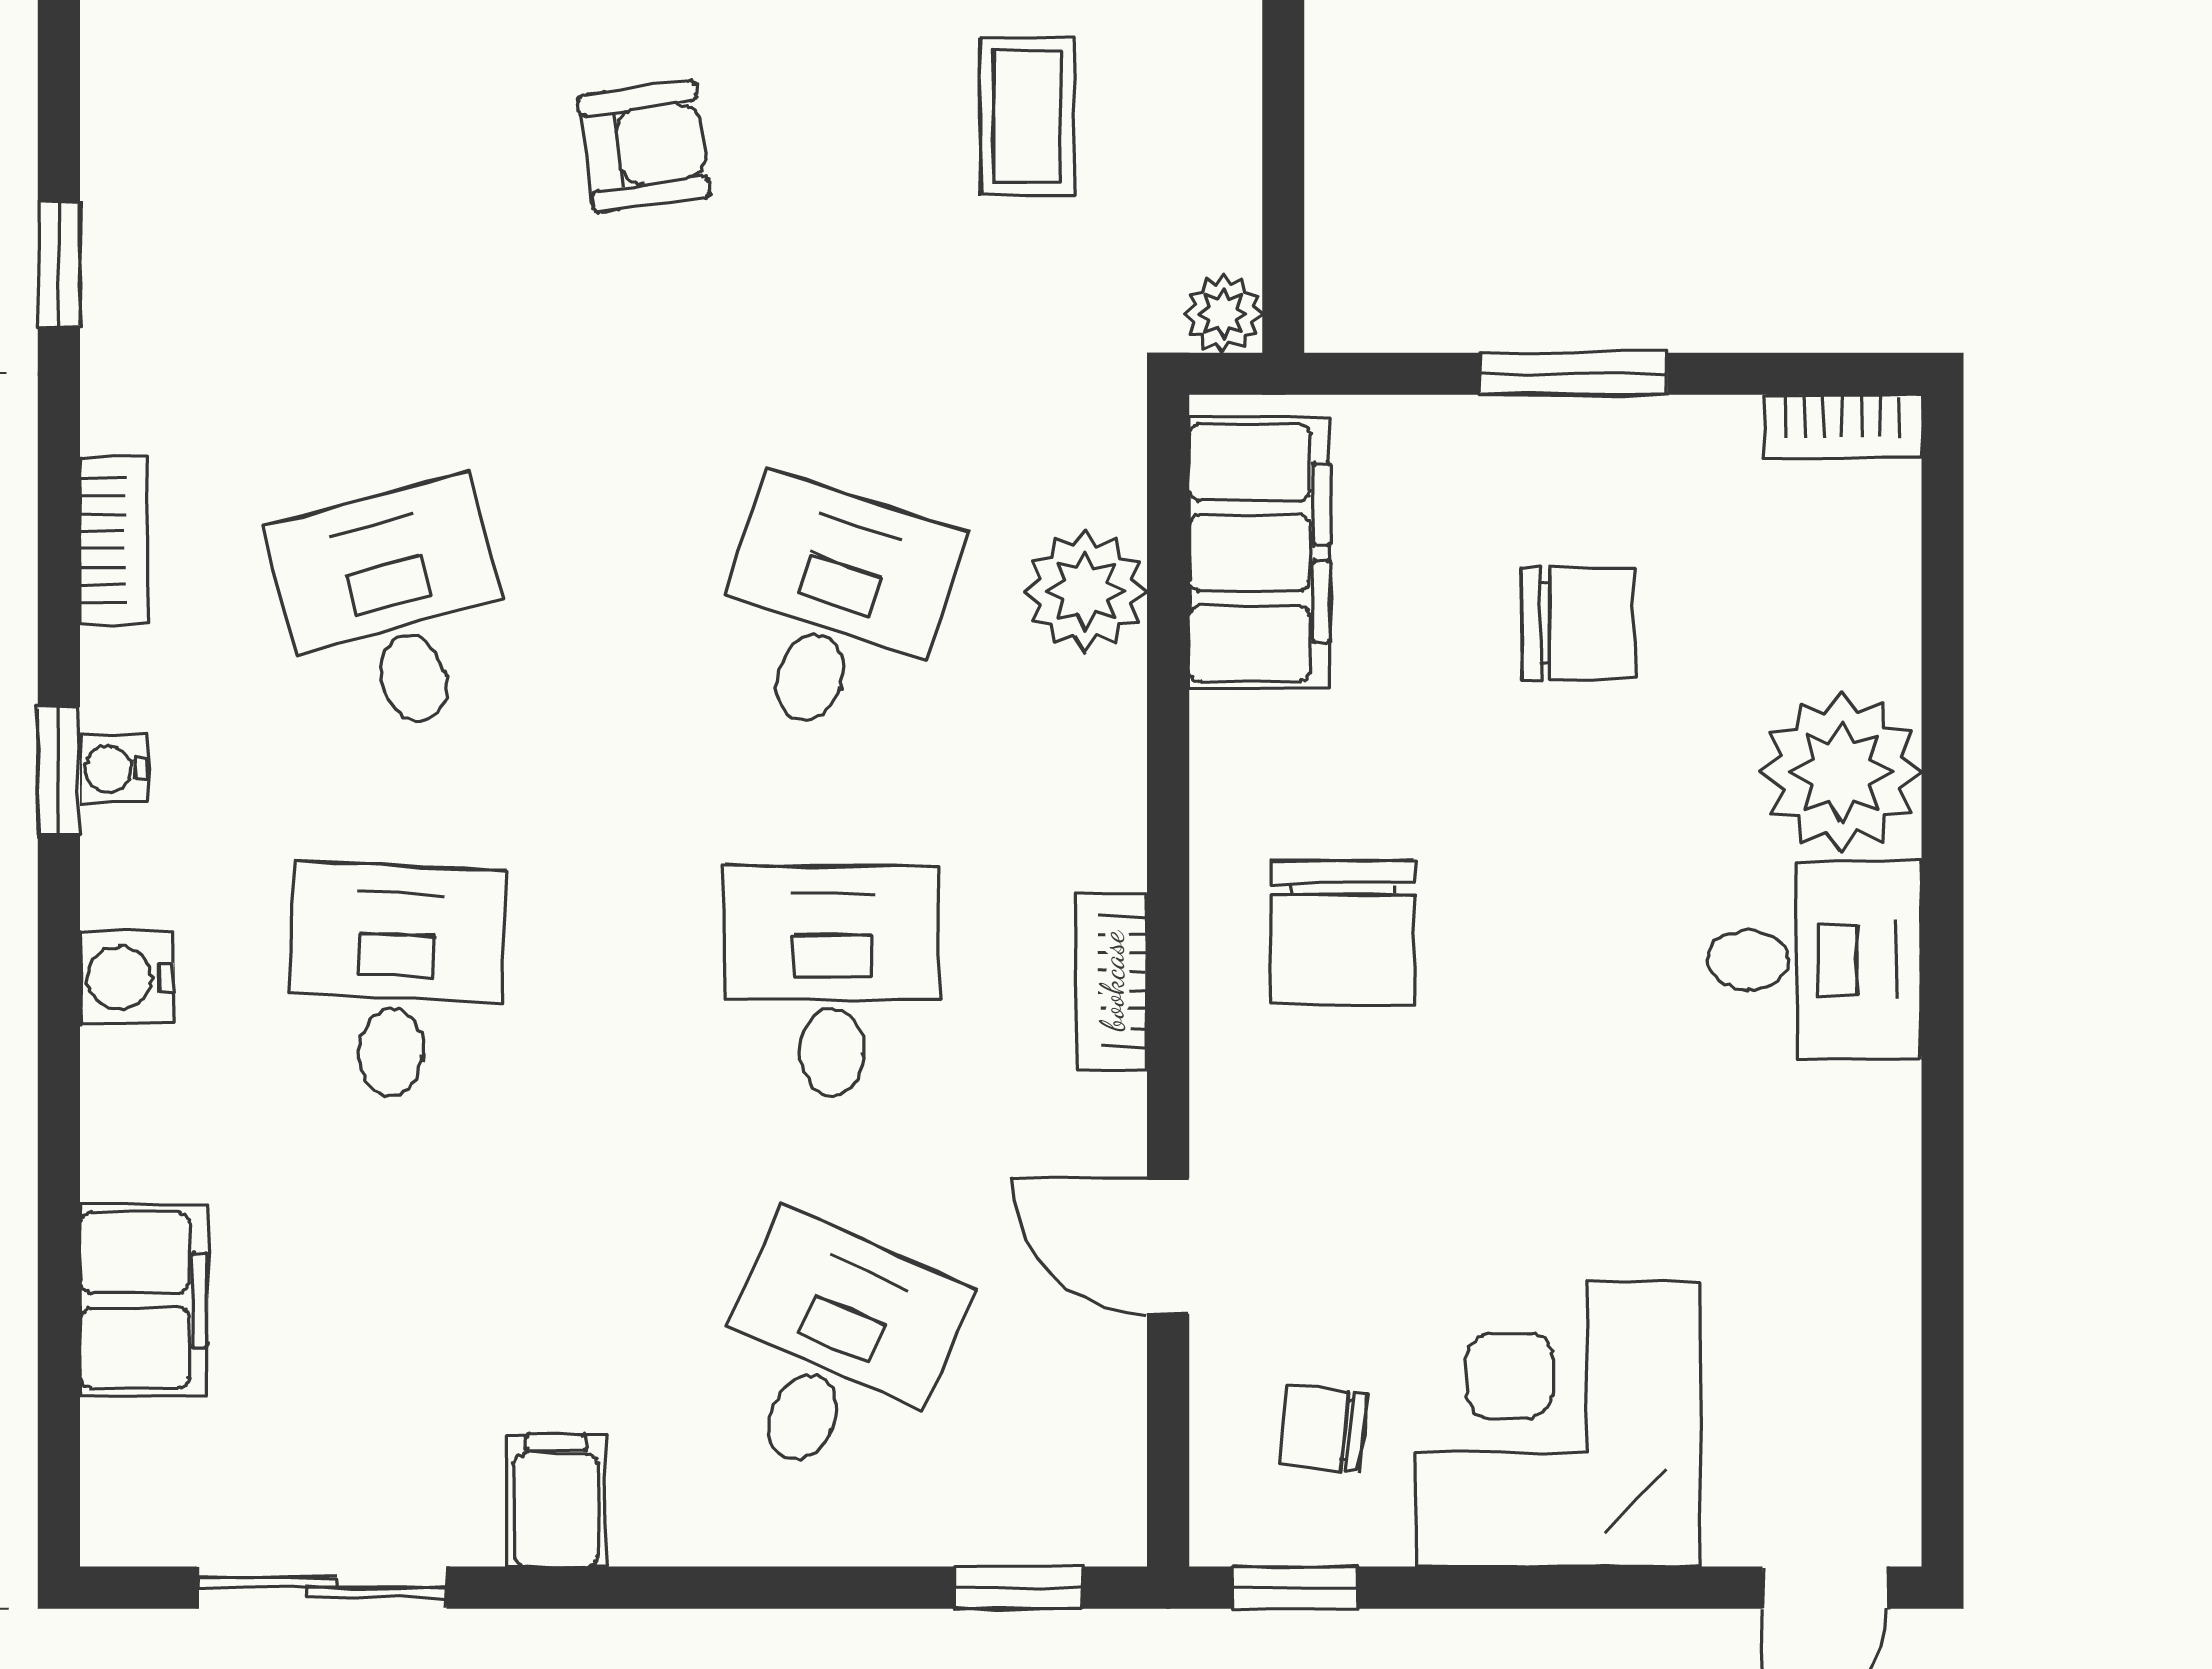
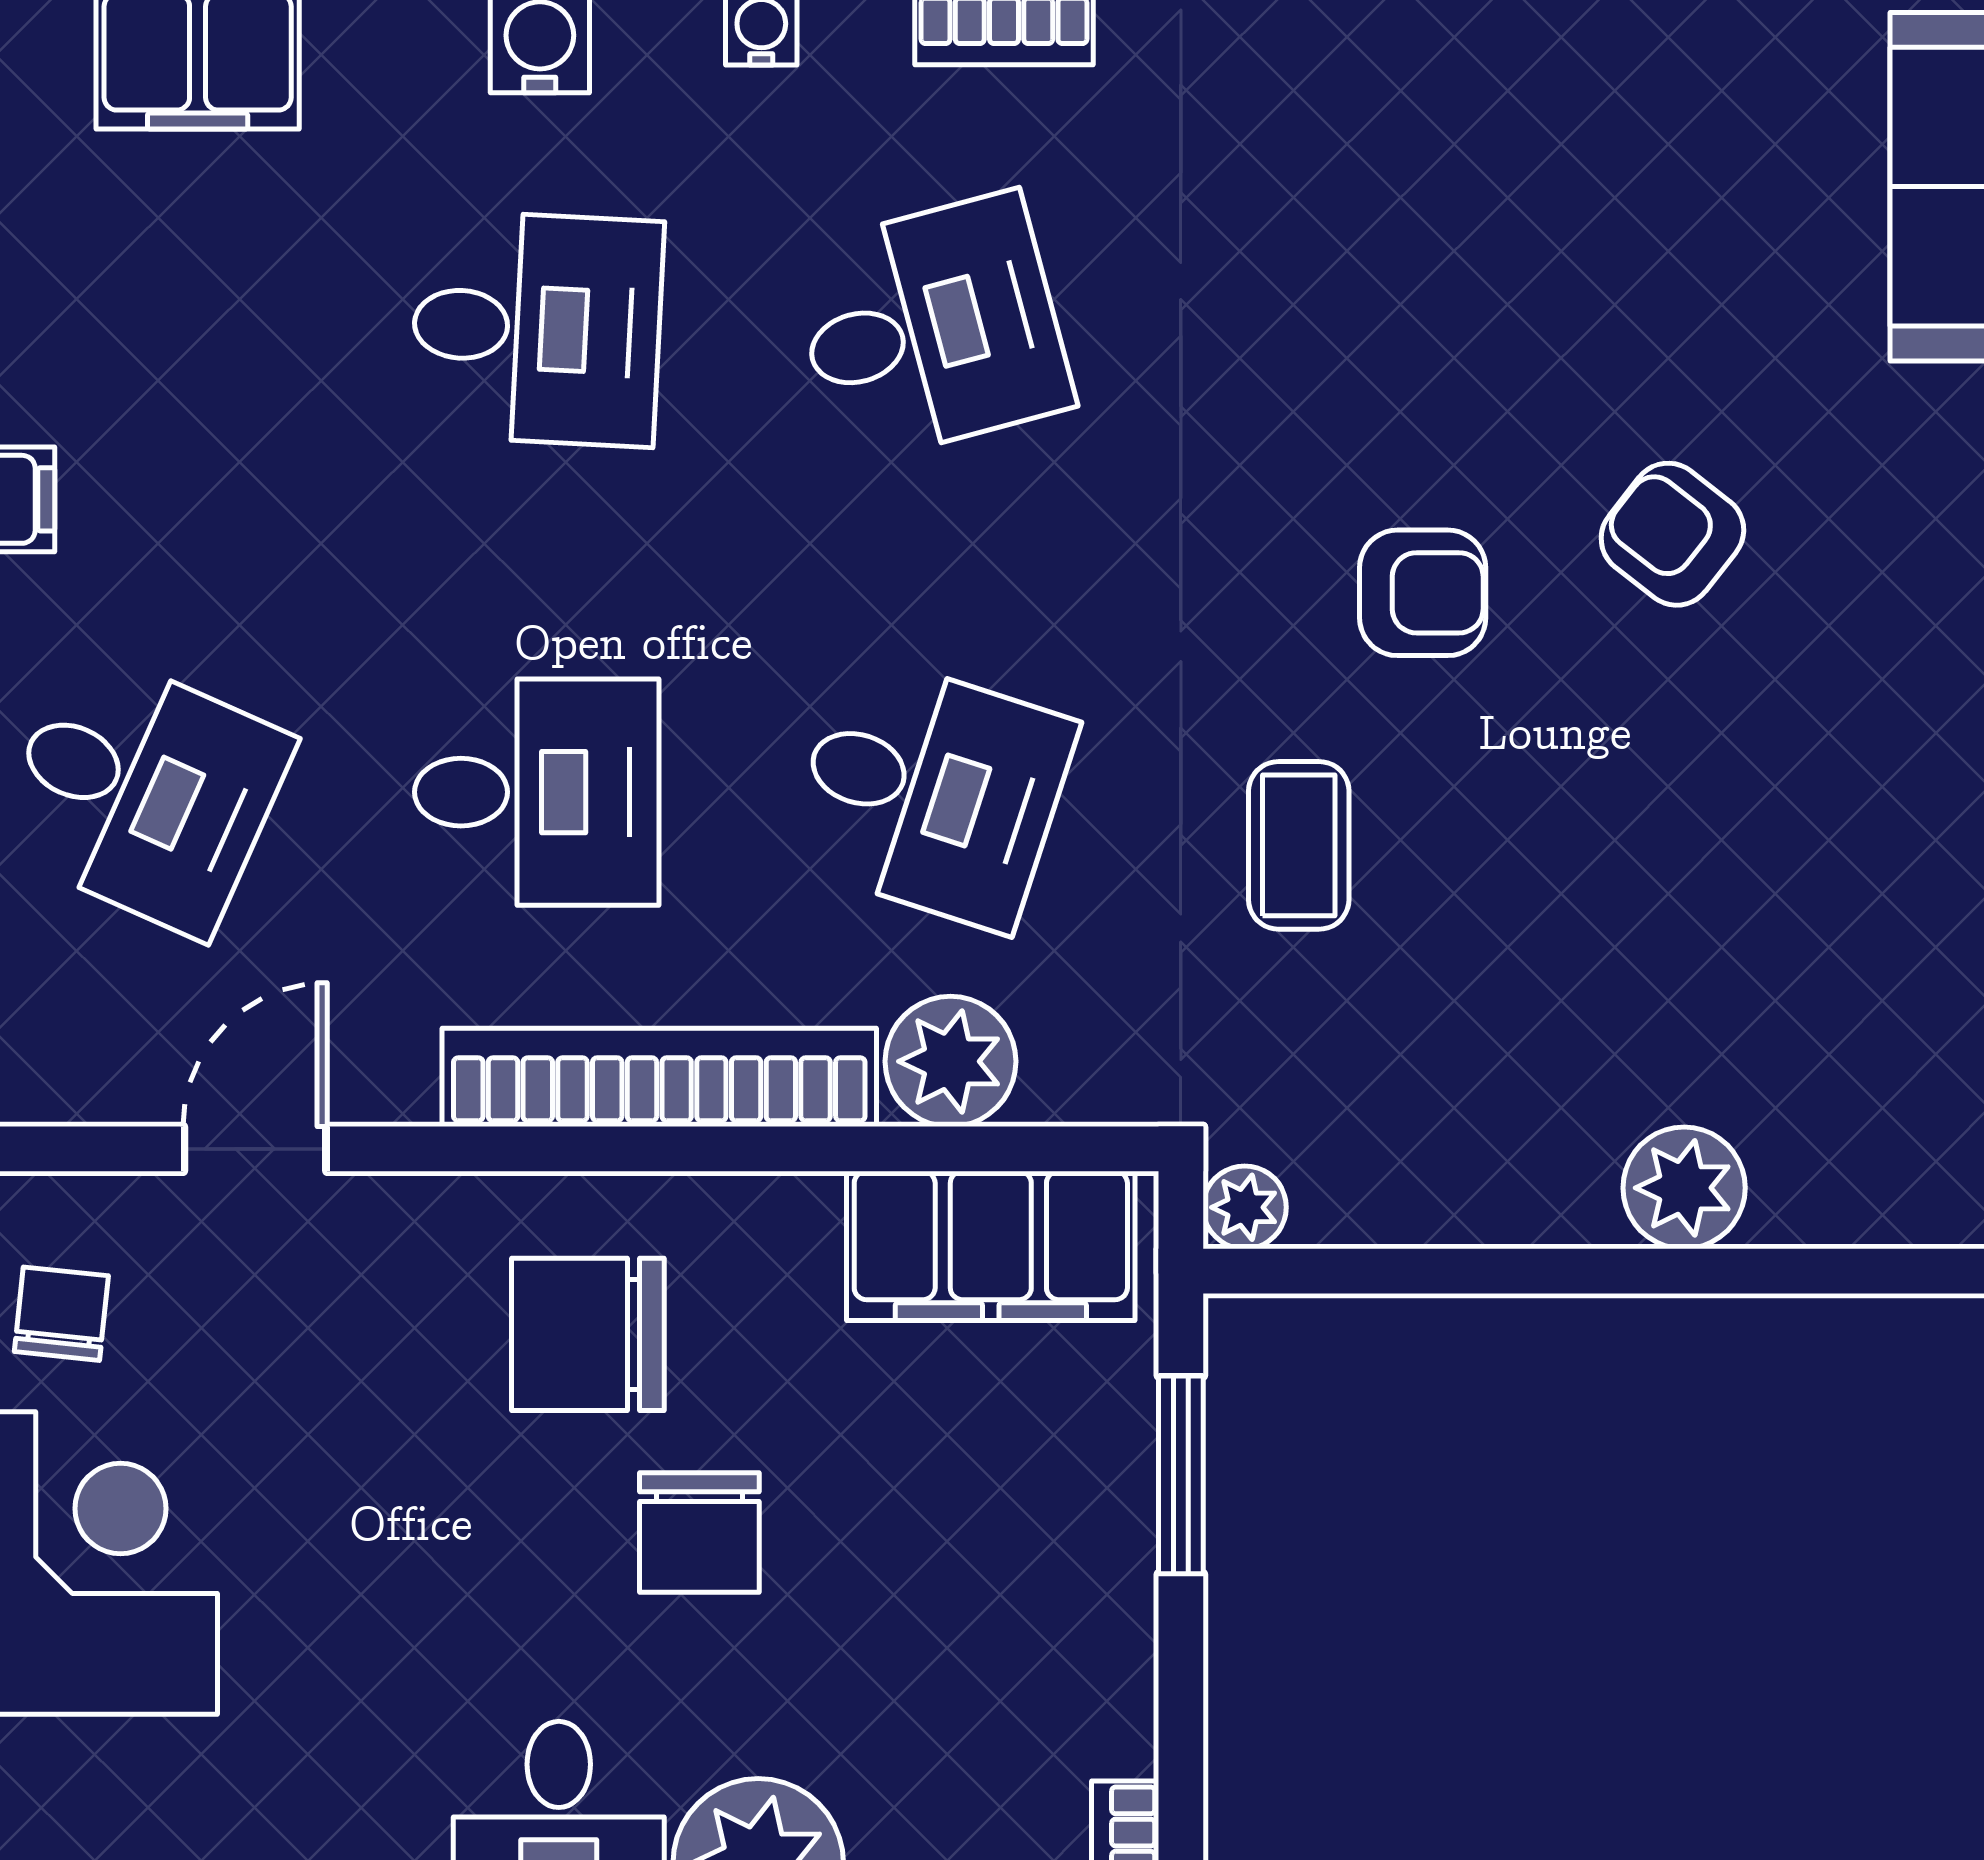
coffee table: (1027, 116) -> (1299, 845), moved, turned 90
armchair: (644, 146) -> (1423, 593), turned -82
window: (1574, 374) -> (1181, 1475), moved
chair: (1579, 624) -> (699, 1533), moved
bookcase: (1112, 981) -> (659, 1077), width x2.31, depth x1.31

